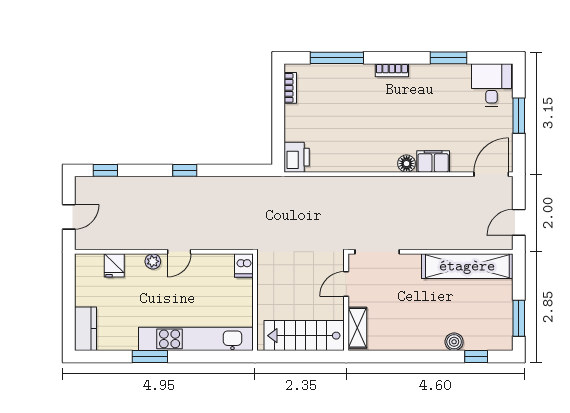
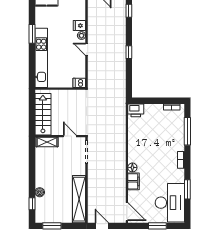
desk: (492, 85) -> (170, 203), width x1.87, depth x1.30
fridge: (114, 265) -> (79, 26), moved

